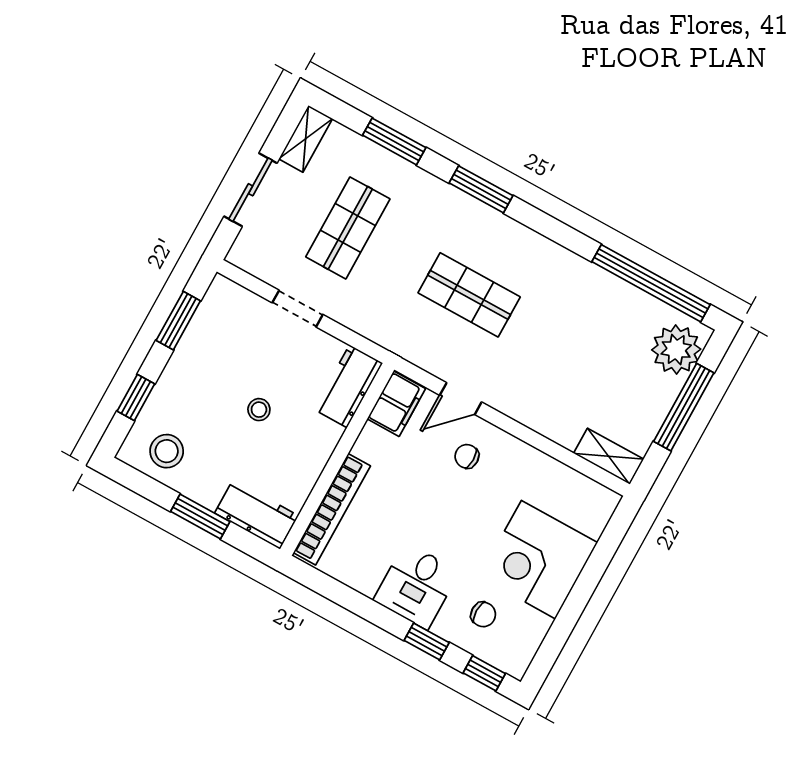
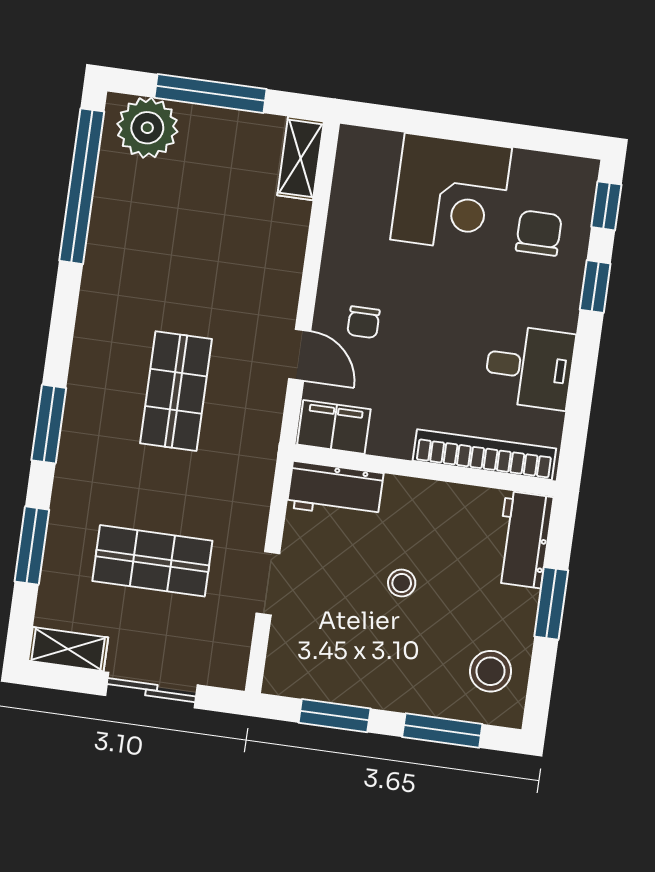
window: (136, 398) -> (442, 731), width x1.50
desk: (416, 586) -> (529, 367), moved
chair: (483, 614) -> (539, 233), width x1.37, depth x1.37

